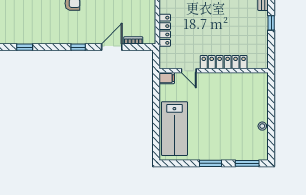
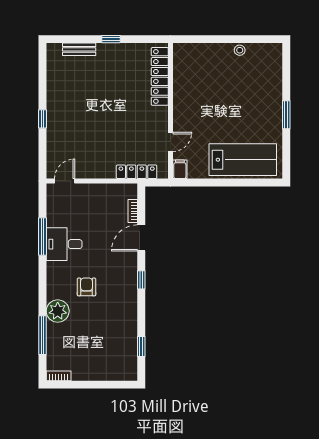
locker: (165, 30) -> (137, 172), moved
door: (112, 47) -> (141, 238), hinge flipped
locker: (224, 62) -> (160, 76), moved
window: (247, 163) -> (286, 69), removed

